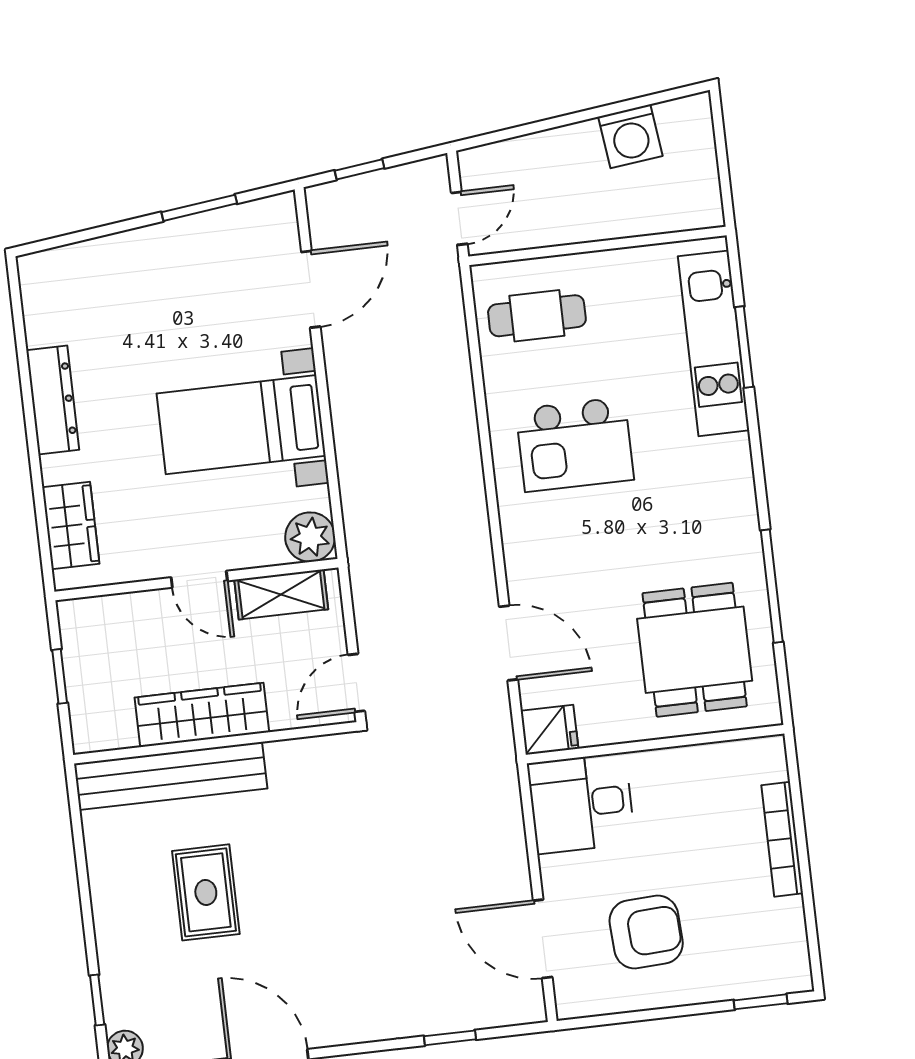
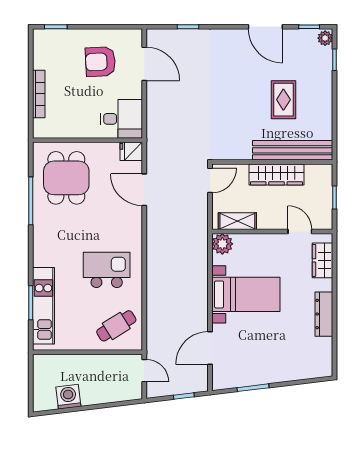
door: (459, 218) -> (144, 371), swing flipped
cafe table: (537, 316) -> (116, 326), turned -32
door: (199, 579) -> (300, 232), moved

